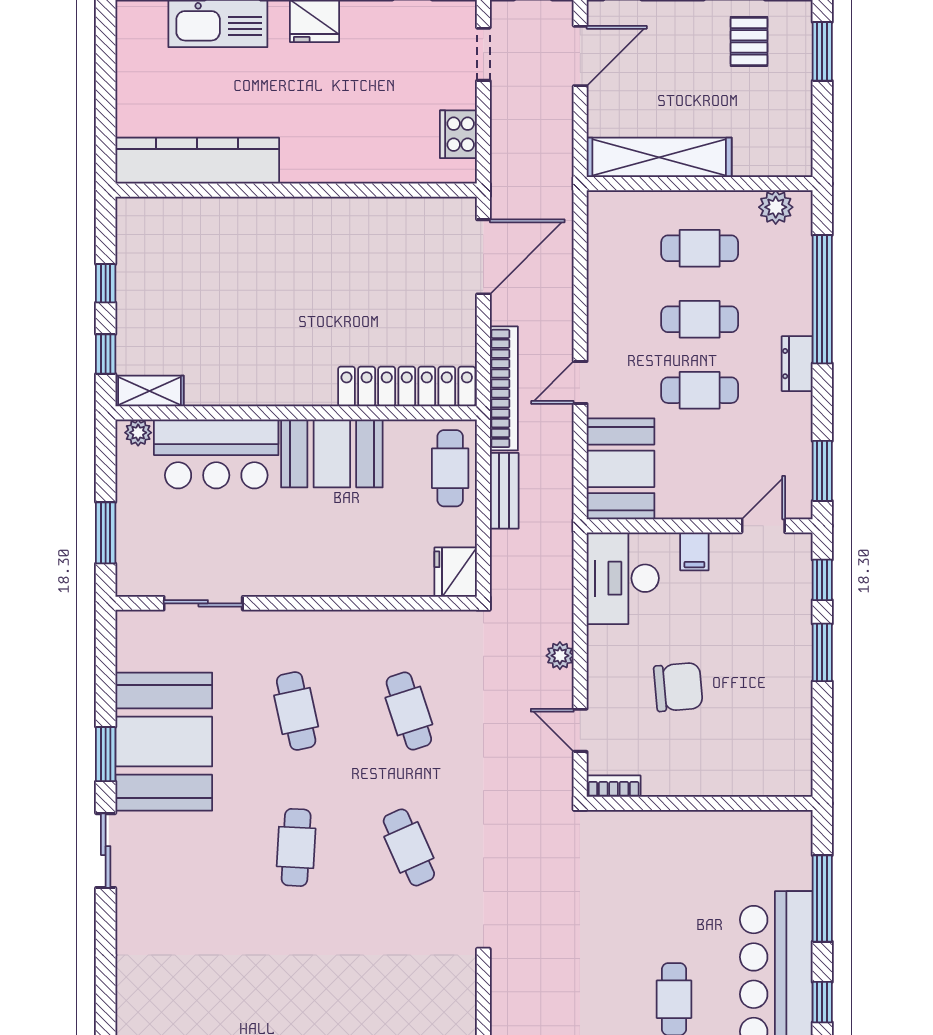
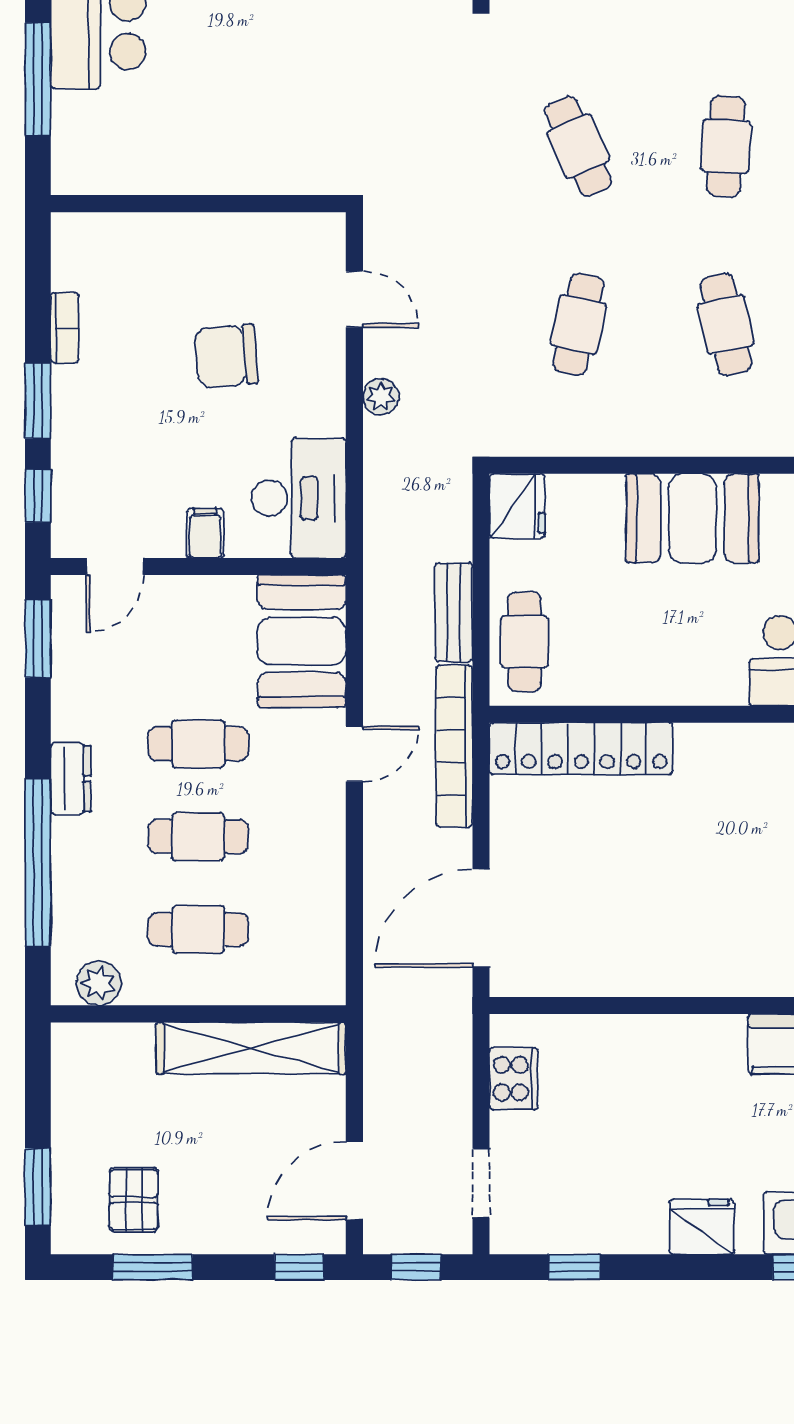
booth: (332, 453) -> (692, 518), moved
cafe table: (409, 711) -> (578, 324), turned 30
bookcase: (614, 786) -> (65, 328), moved, turned -90

